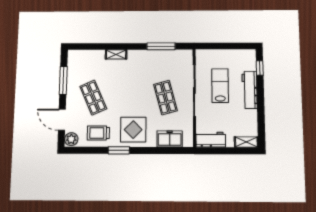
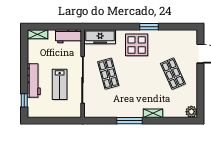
window: (161, 46) -> (130, 121), moved
window: (63, 80) -> (200, 89), removed
trolley: (98, 133) -> (167, 42), removed
plant: (71, 139) -> (191, 112), moved
freezer: (170, 139) -> (100, 37), width x1.40

